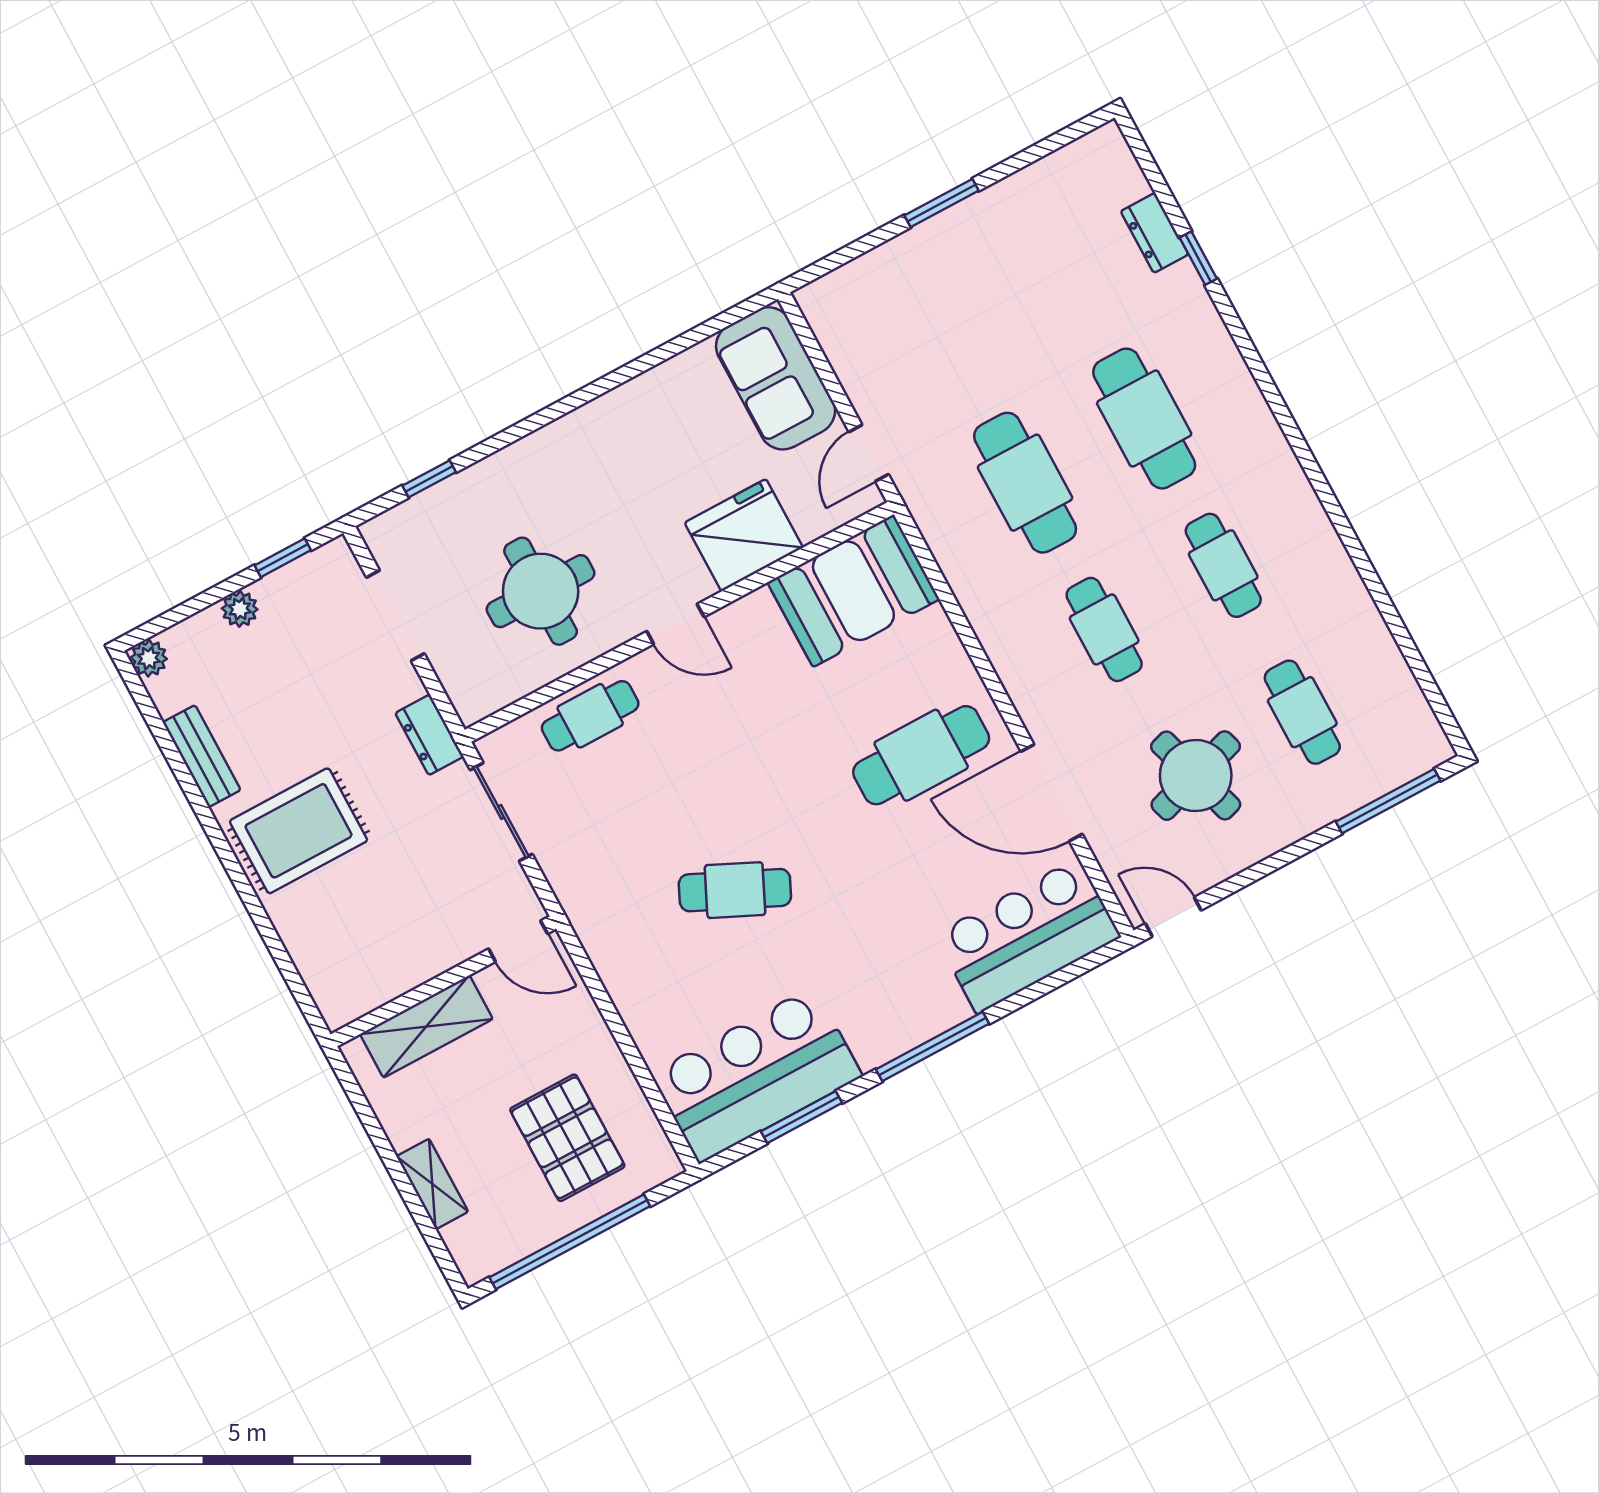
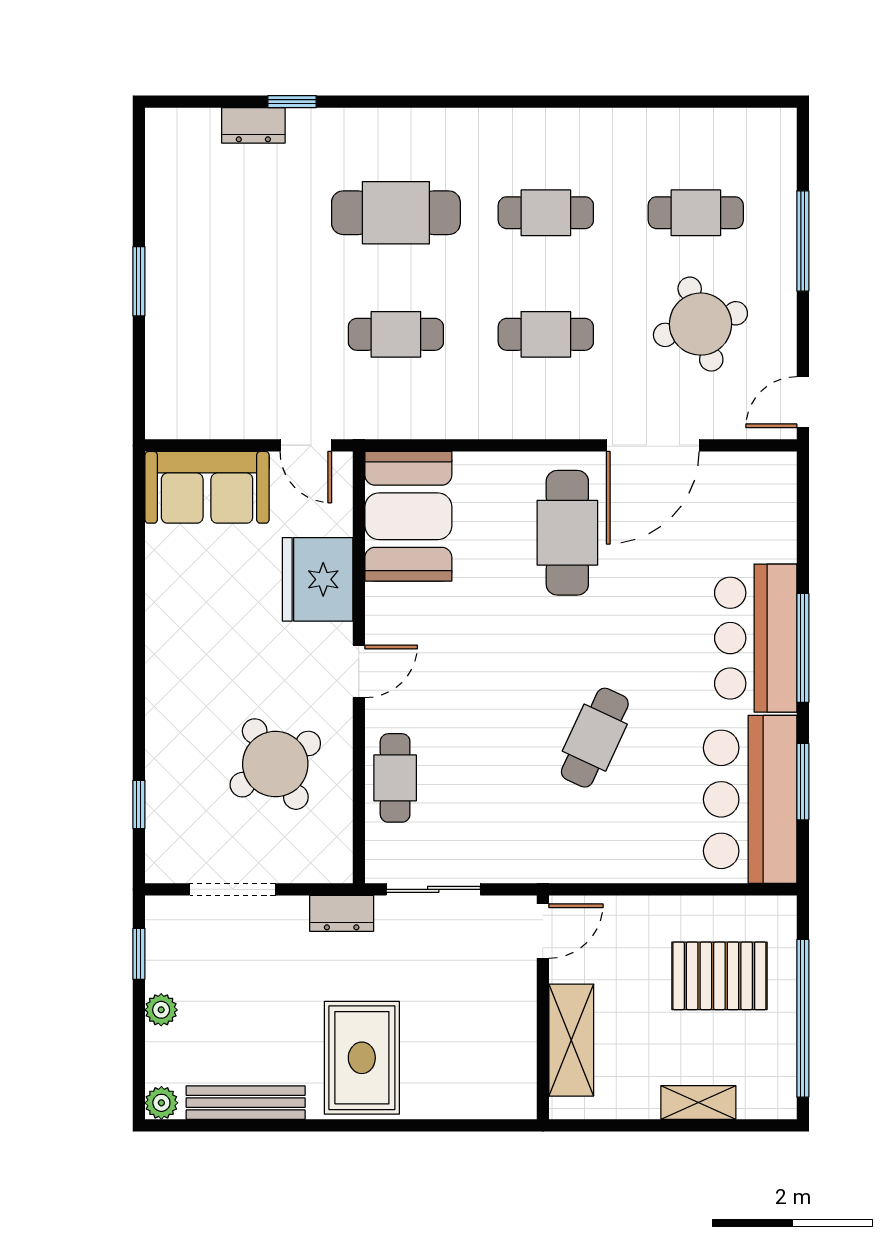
cafe table: (1025, 483) -> (396, 334), width x0.73, depth x0.74
round table: (541, 591) -> (275, 764), turned -32
bench: (202, 756) -> (246, 1103), width x1.36
window: (1388, 801) -> (803, 241), moved
bar counter: (1028, 936) -> (756, 638), moved

